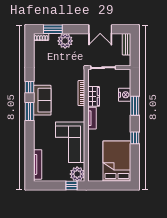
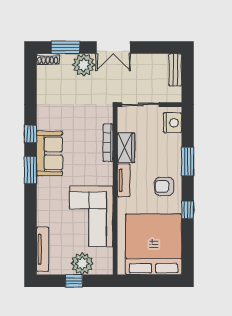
double door: (100, 29) -> (113, 47), moved
nightstand: (125, 95) -> (173, 123), moved
armchair: (119, 122) -> (164, 186), added
bed: (117, 161) -> (154, 244), width x1.36
plant: (77, 174) -> (82, 264), moved
window: (71, 186) -> (74, 281), moved

